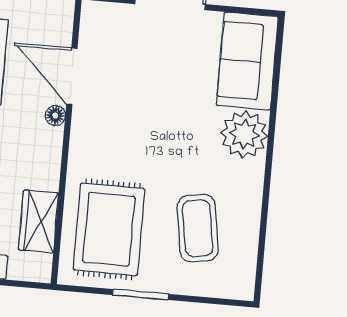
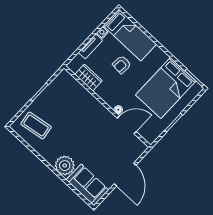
coffee table: (198, 228) -> (36, 126), moved
rug: (109, 229) -> (68, 98), removed

